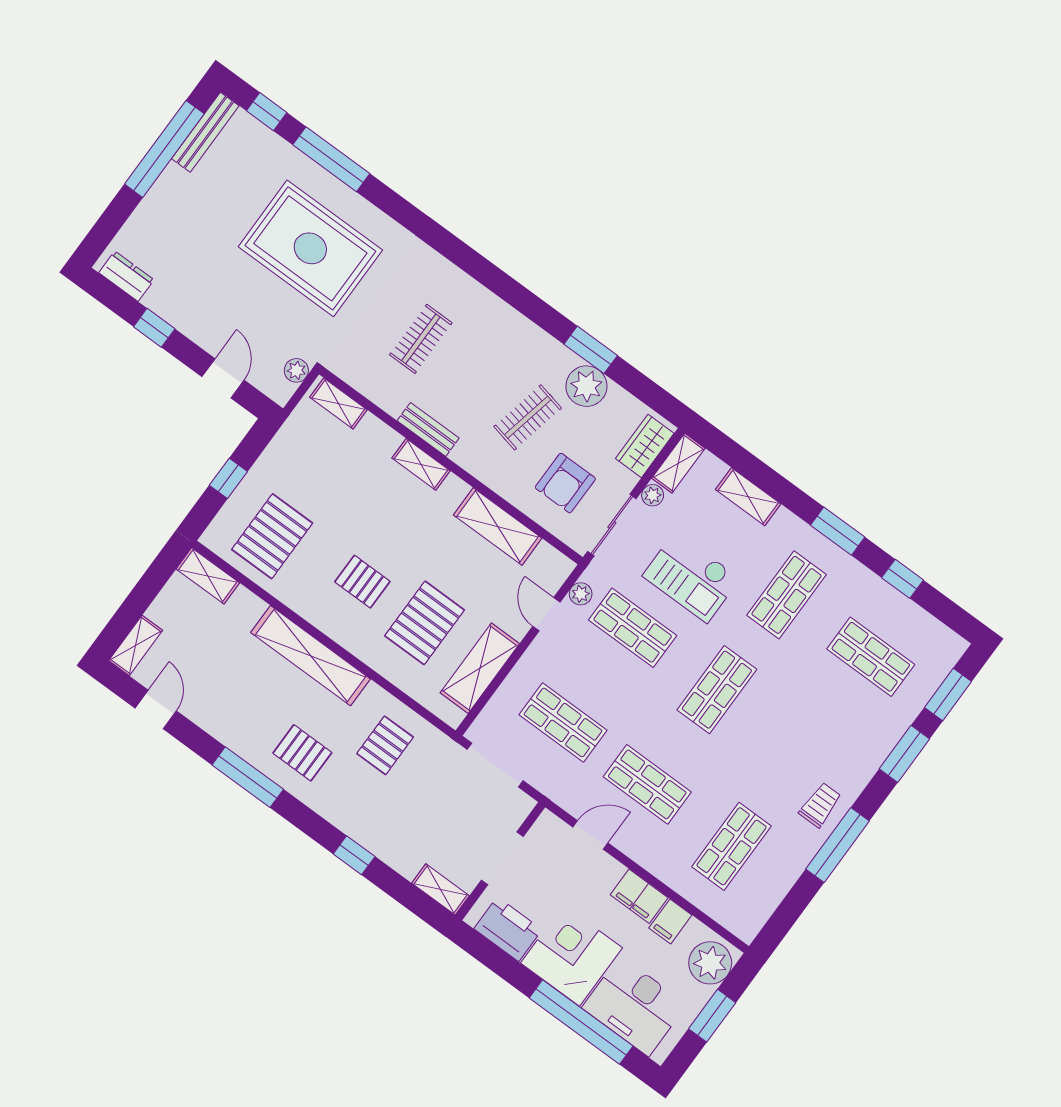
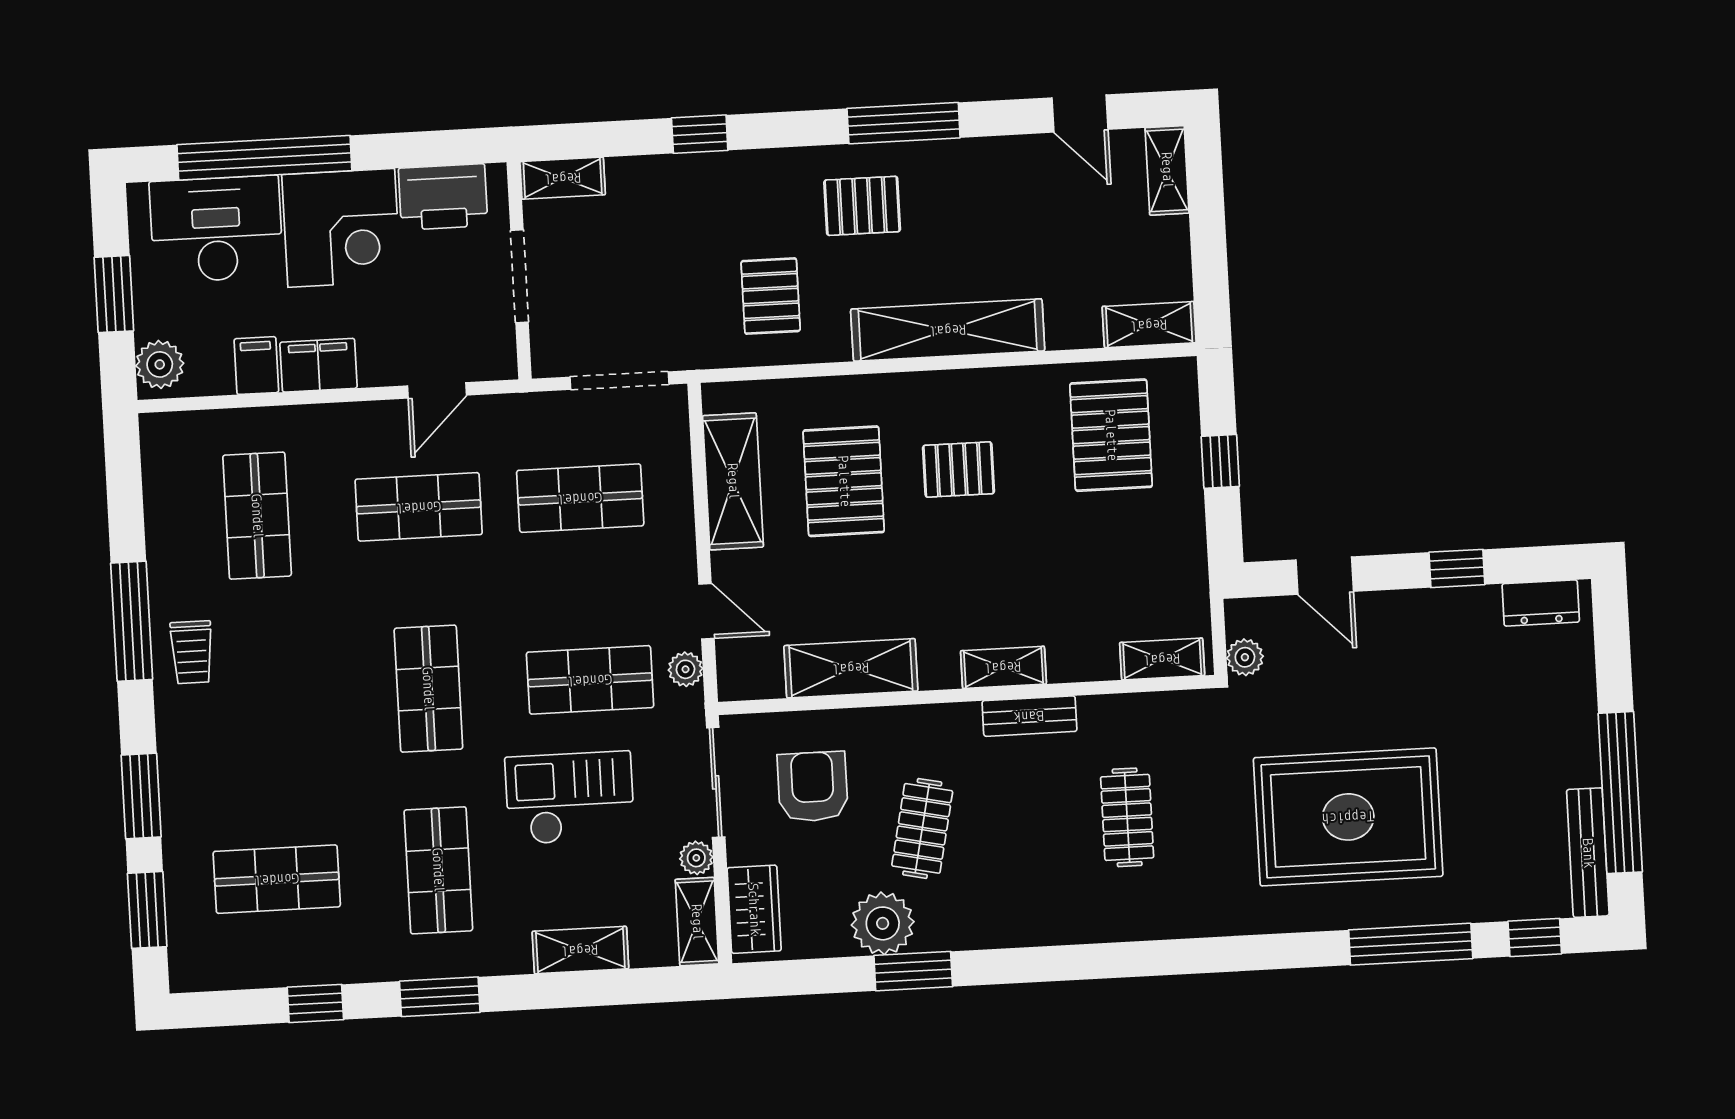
plant: (710, 963) -> (160, 364), width x0.73, depth x0.73

